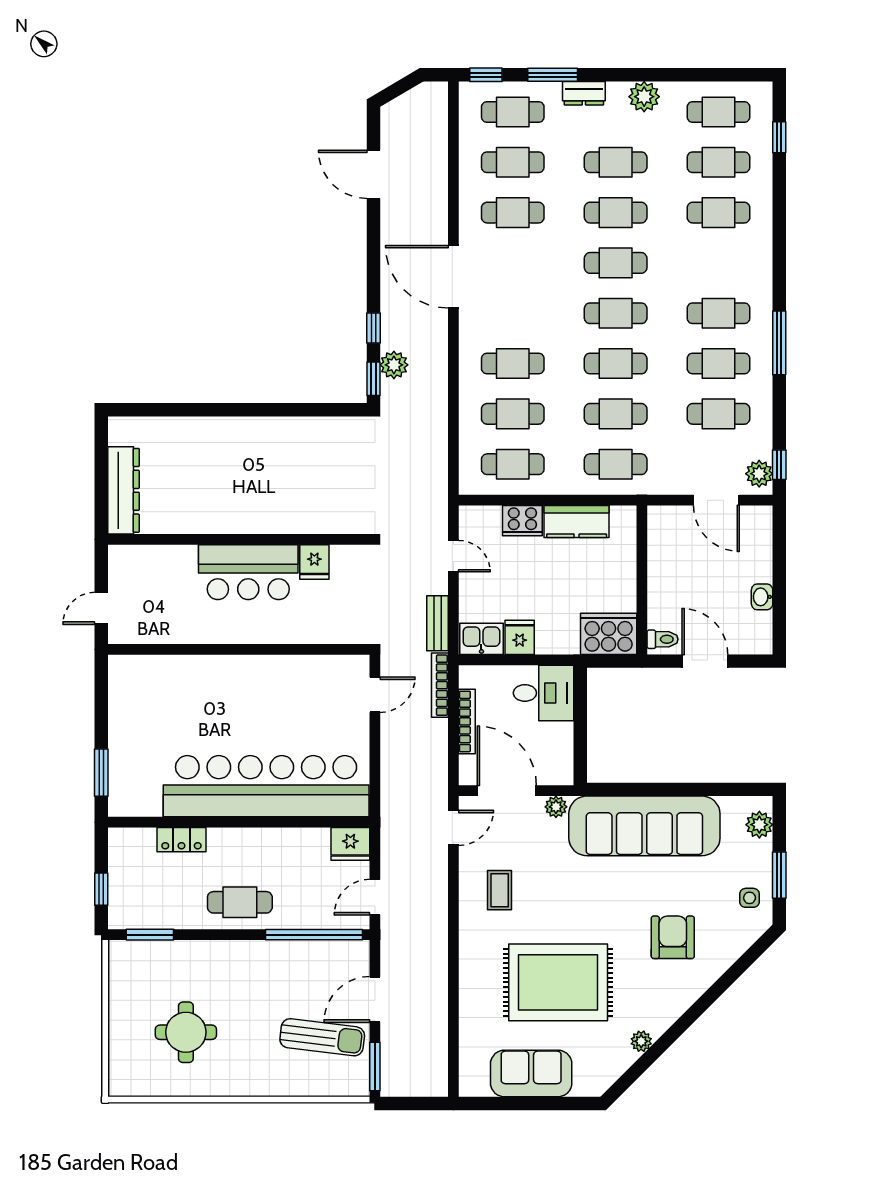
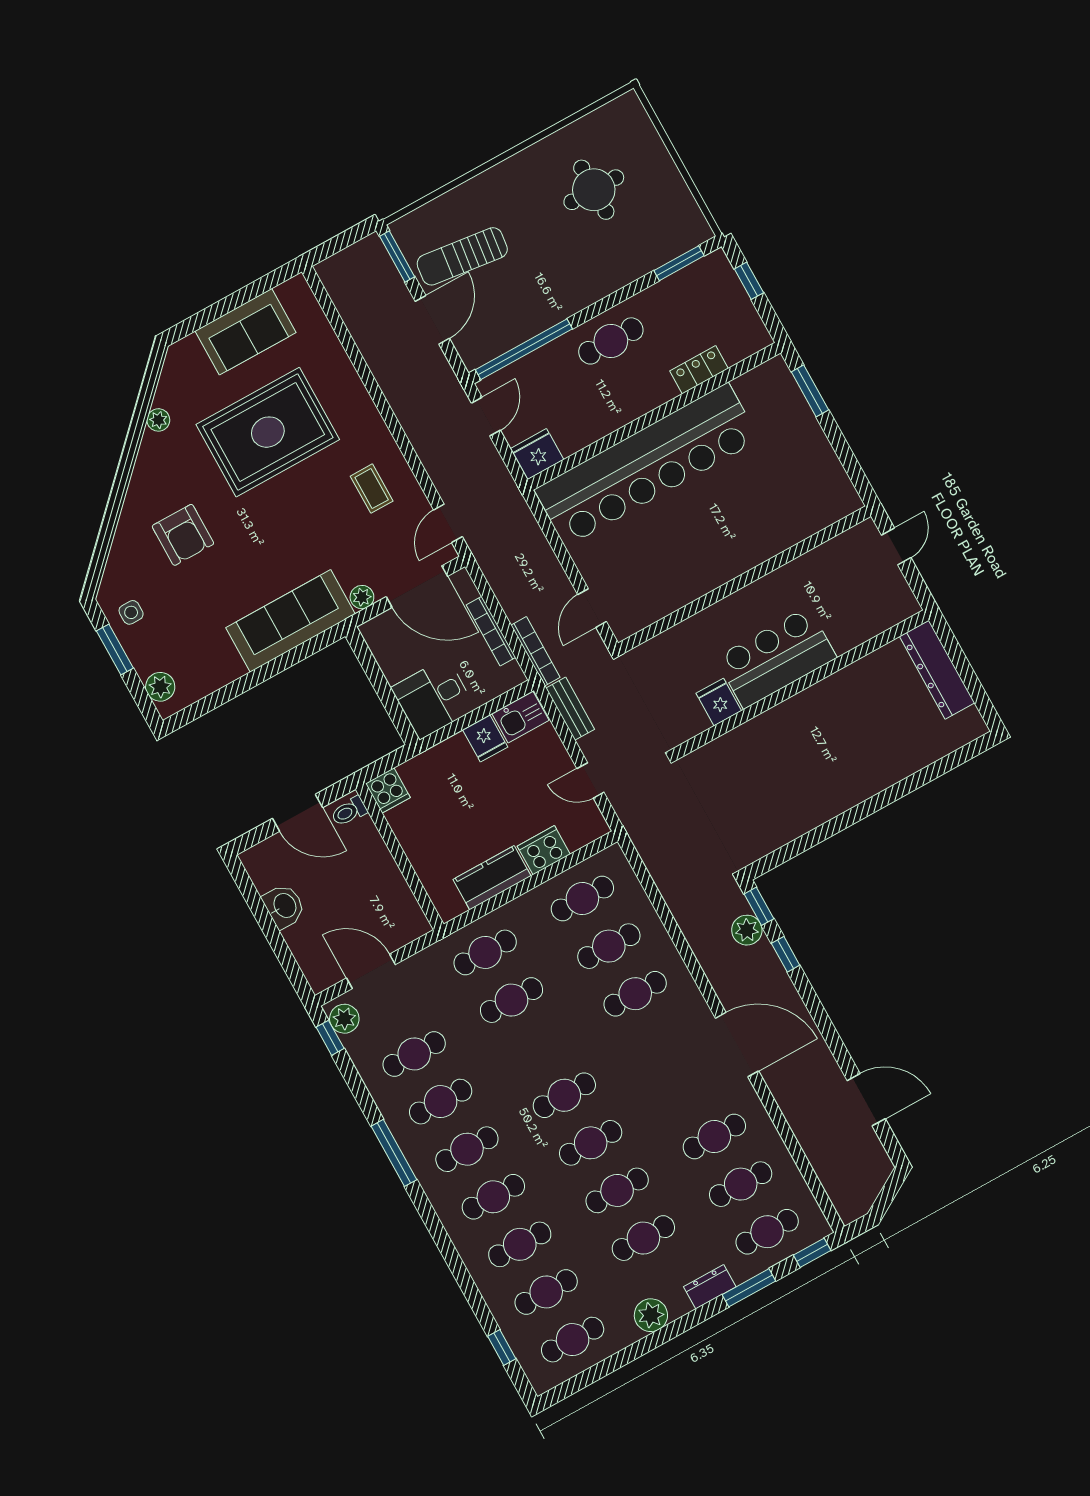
cafe table: (616, 364) -> (493, 1197), moved
washbasin: (762, 597) -> (284, 906), width x1.38, depth x1.45
cooker: (609, 634) -> (388, 790), width x0.53, depth x0.76
sofa: (644, 826) -> (291, 621), width x0.74, depth x0.79

